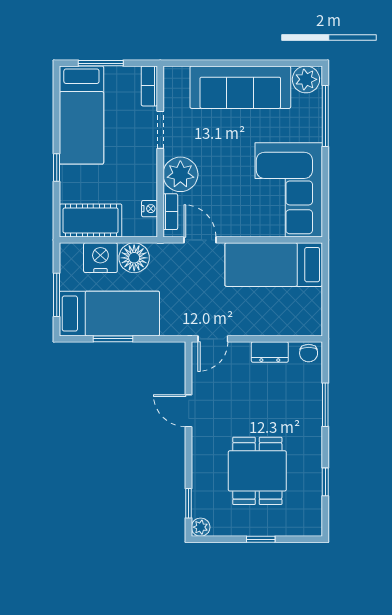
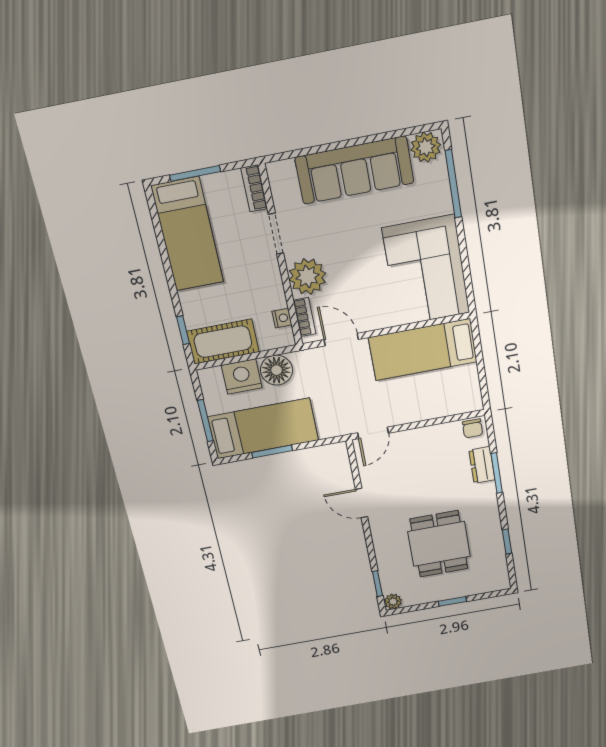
window: (57, 168) -> (183, 330), moved
dresser: (270, 352) -> (482, 465), moved, turned 90

